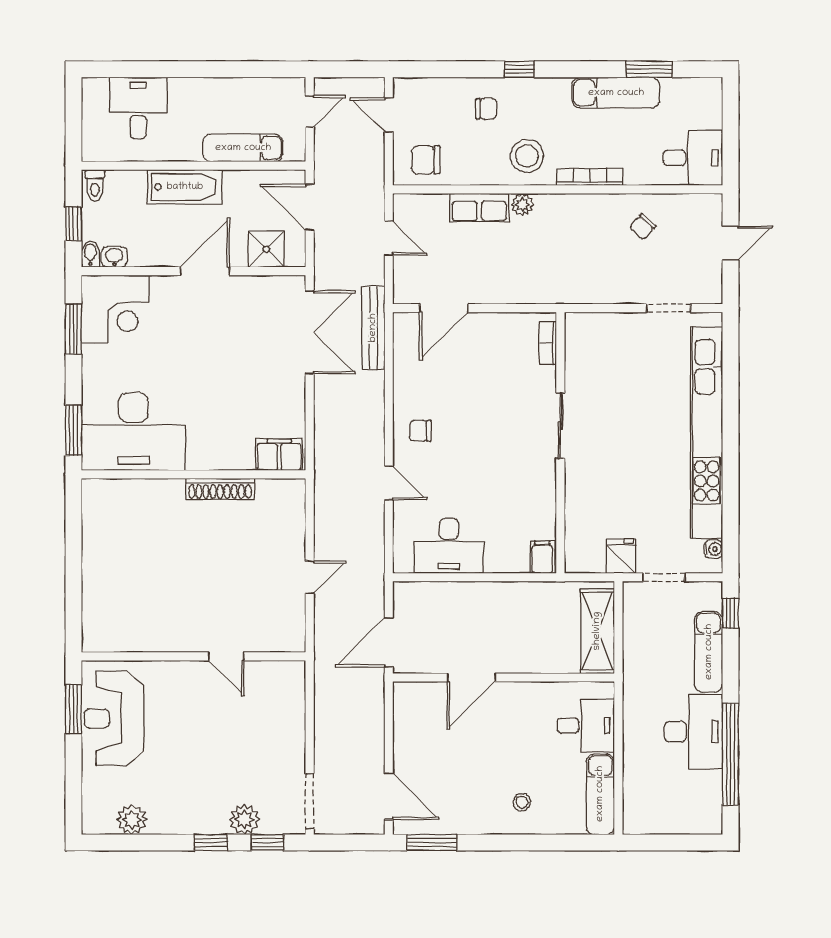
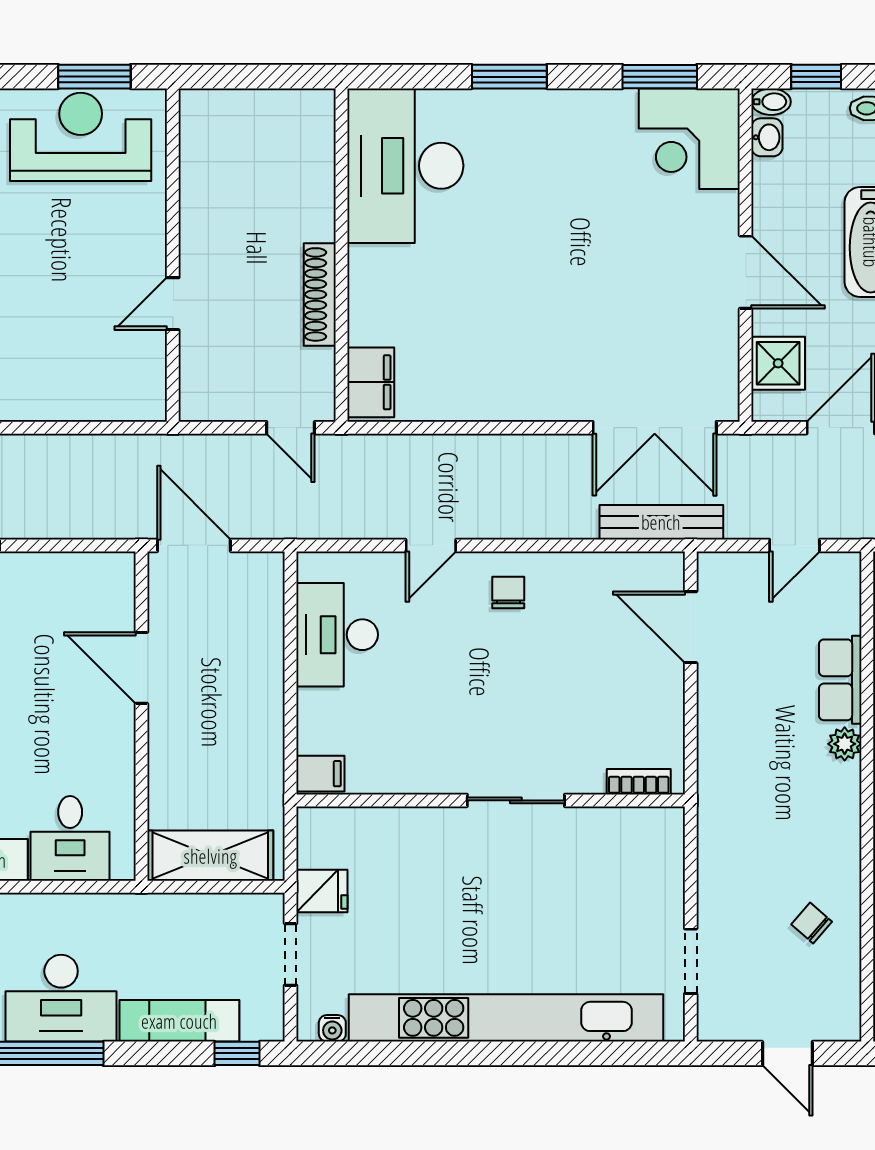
desk: (133, 431) -> (405, 166), moved
filing cabinet: (279, 455) -> (371, 382), moved
wall: (194, 474) -> (341, 255), moved
shoe rack: (220, 489) -> (320, 294), moved

